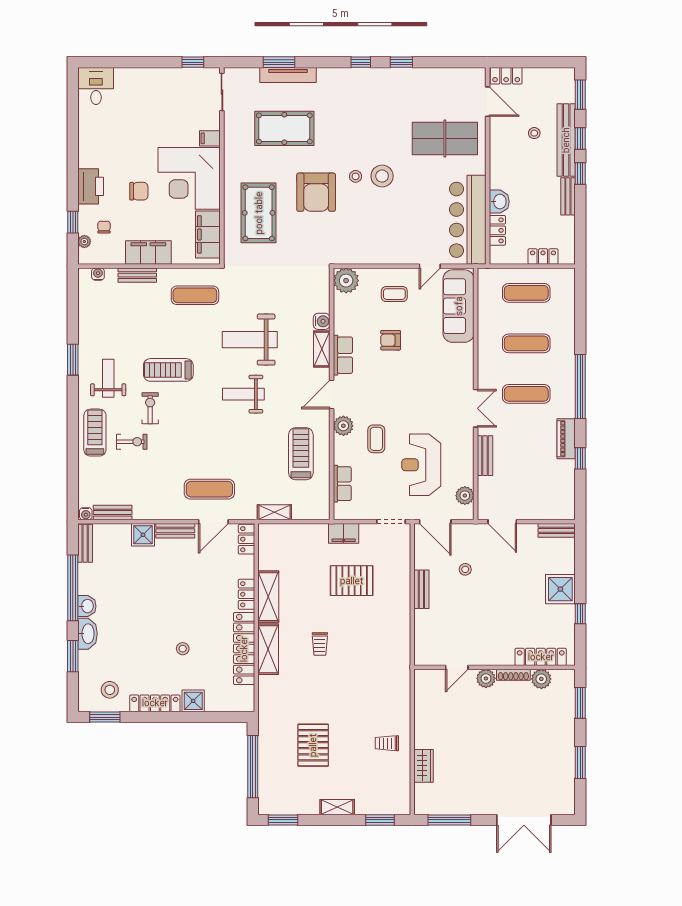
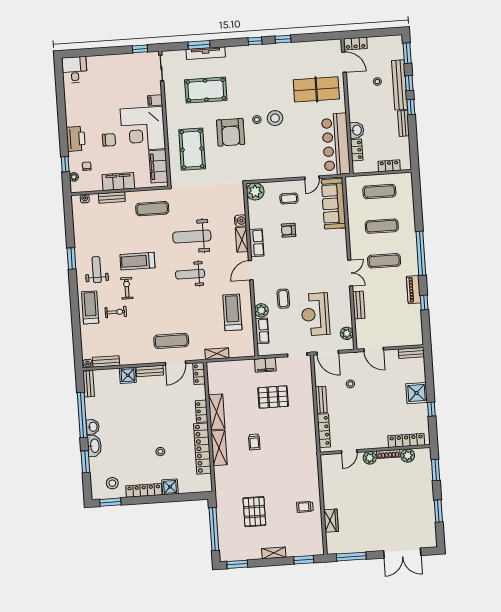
plant: (343, 426) -> (261, 310), moved
locker: (422, 635) -> (324, 431), added

